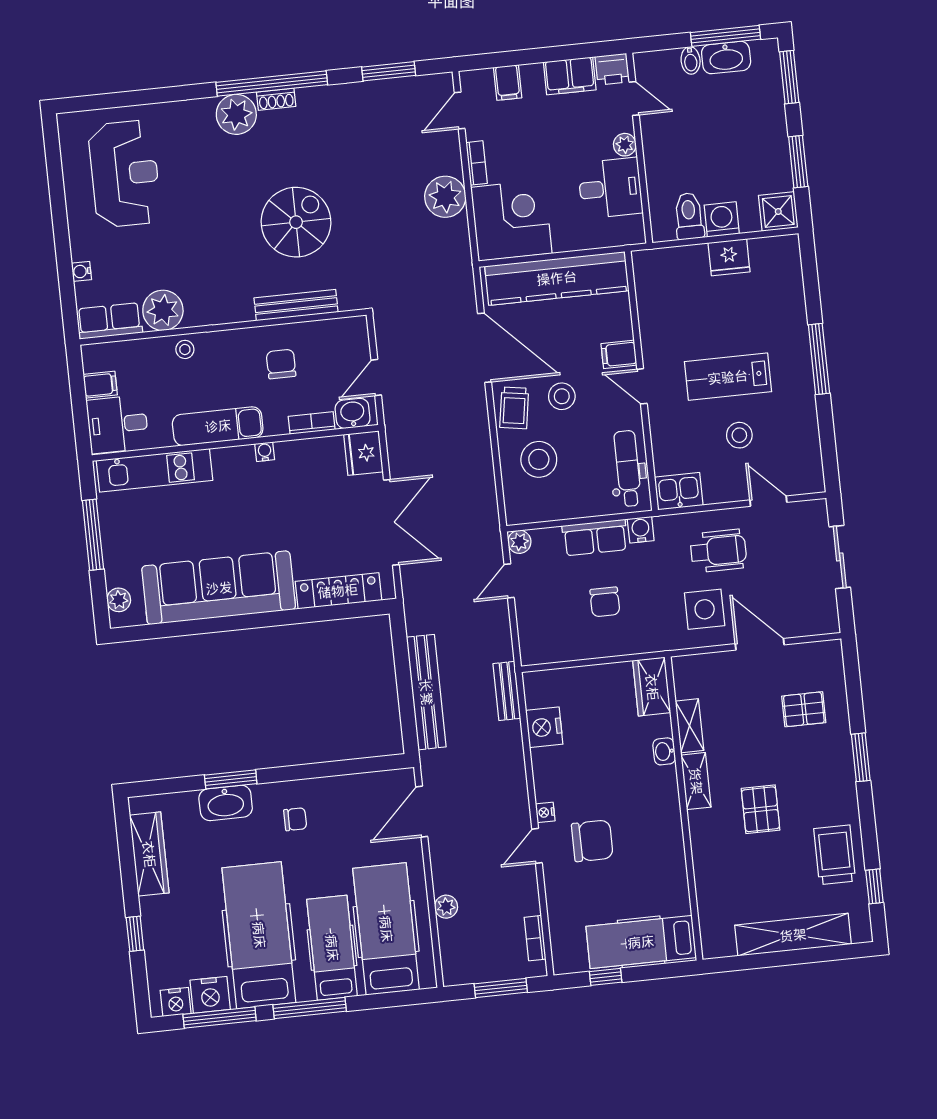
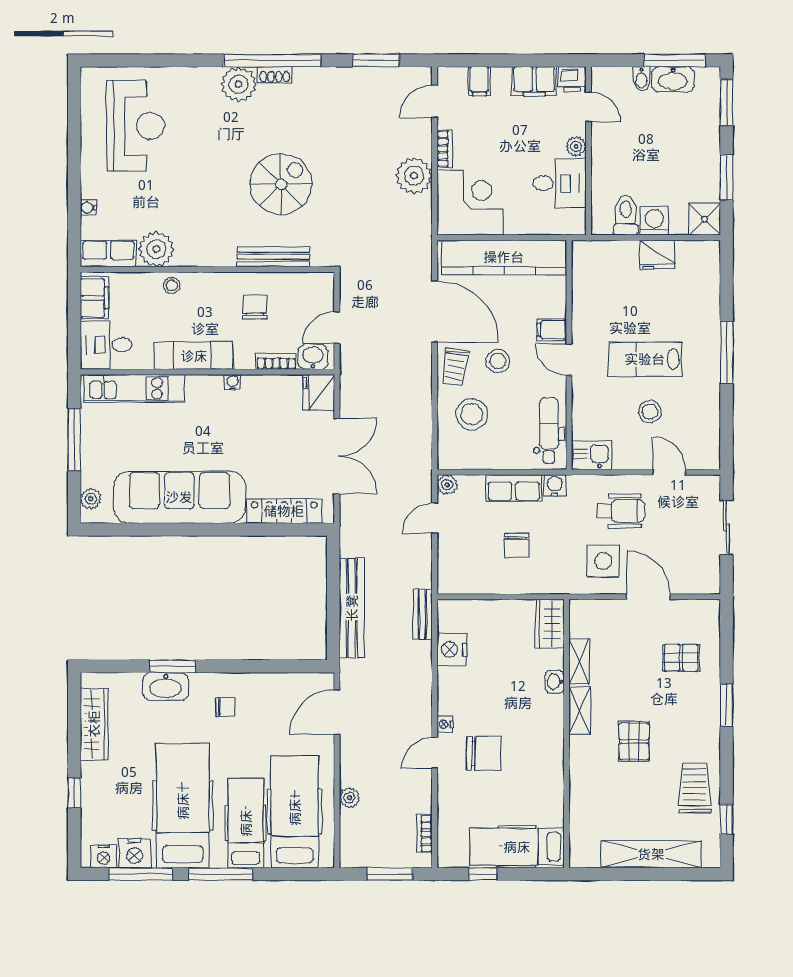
filing cabinet: (100, 385) -> (94, 298), width x2.00

